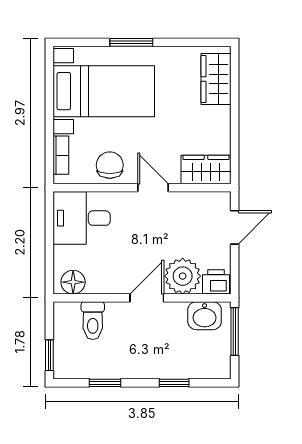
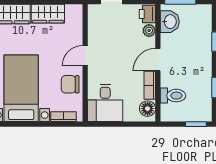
wardrobe: (206, 169) -> (48, 14), moved, turned -90
plant: (183, 276) -> (149, 31), width x0.53, depth x0.53
bookcase: (108, 286) -> (150, 85), added
door: (147, 298) -> (158, 60), hinge flipped

